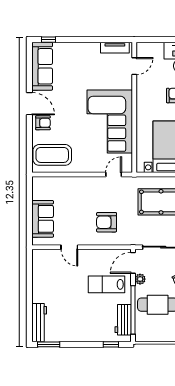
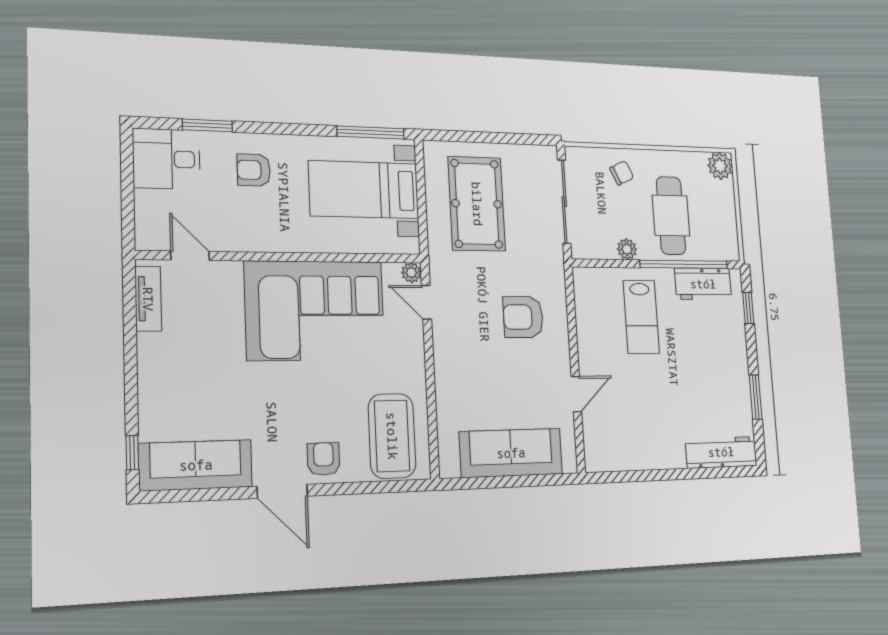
door: (29, 104) -> (282, 491), swing flipped
plant: (127, 168) -> (411, 273), added
sofa: (43, 219) -> (511, 453), width x1.36
armchair: (107, 222) -> (523, 317), turned 90
door: (133, 263) -> (598, 263), removed
window: (49, 344) -> (756, 397), moved

